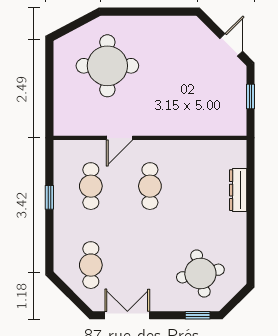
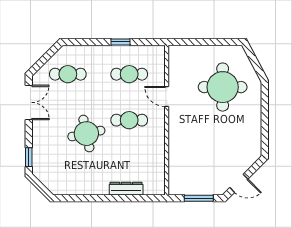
window: (250, 97) -> (199, 198), width x1.50
round table: (200, 274) -> (86, 134), moved

